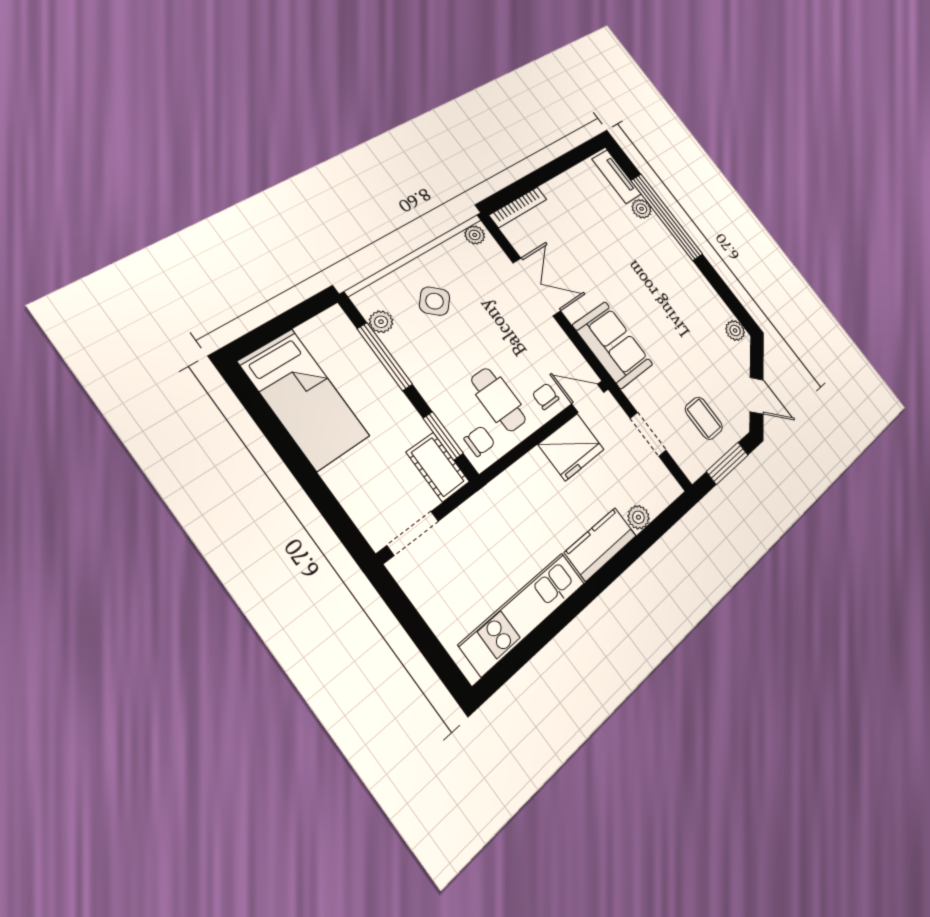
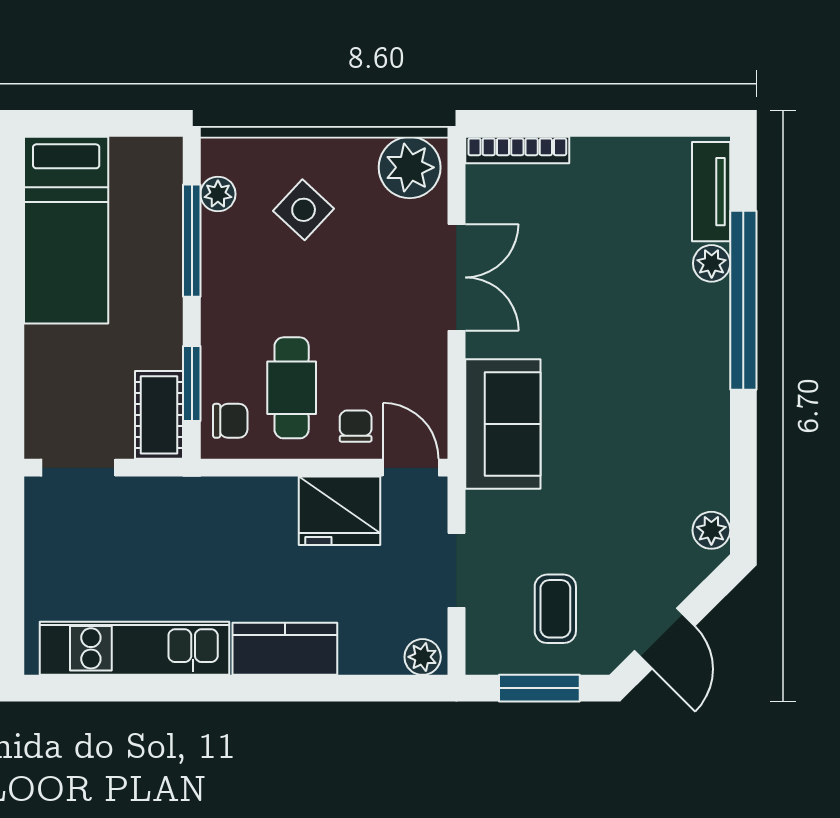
plant: (475, 235) -> (410, 167), width x1.87, depth x1.87
plant: (638, 517) -> (423, 657), moved

